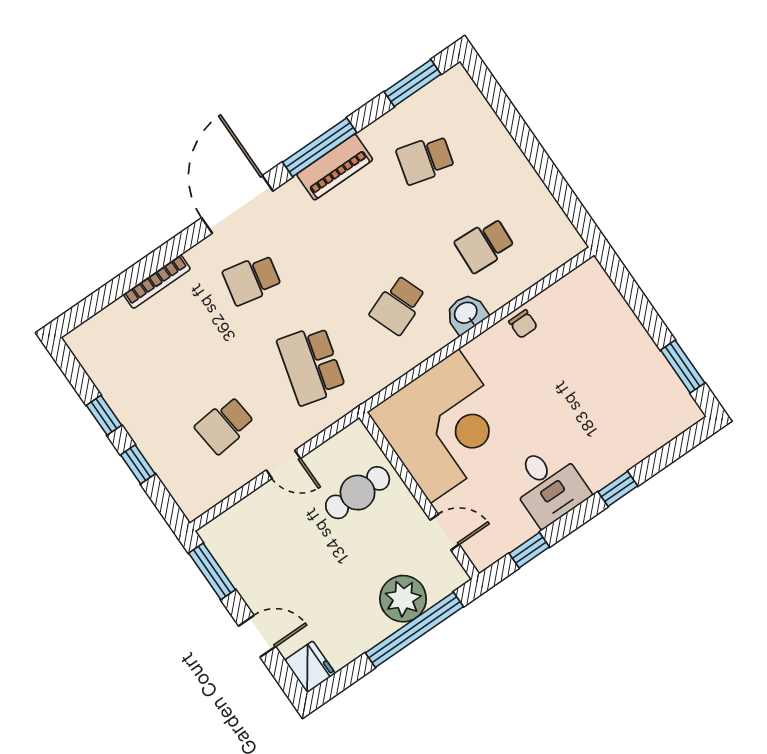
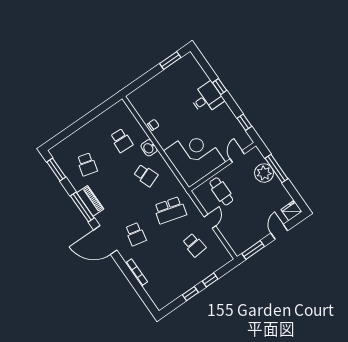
desk: (548, 485) -> (207, 98), moved
window: (414, 630) -> (277, 168), width x0.68

